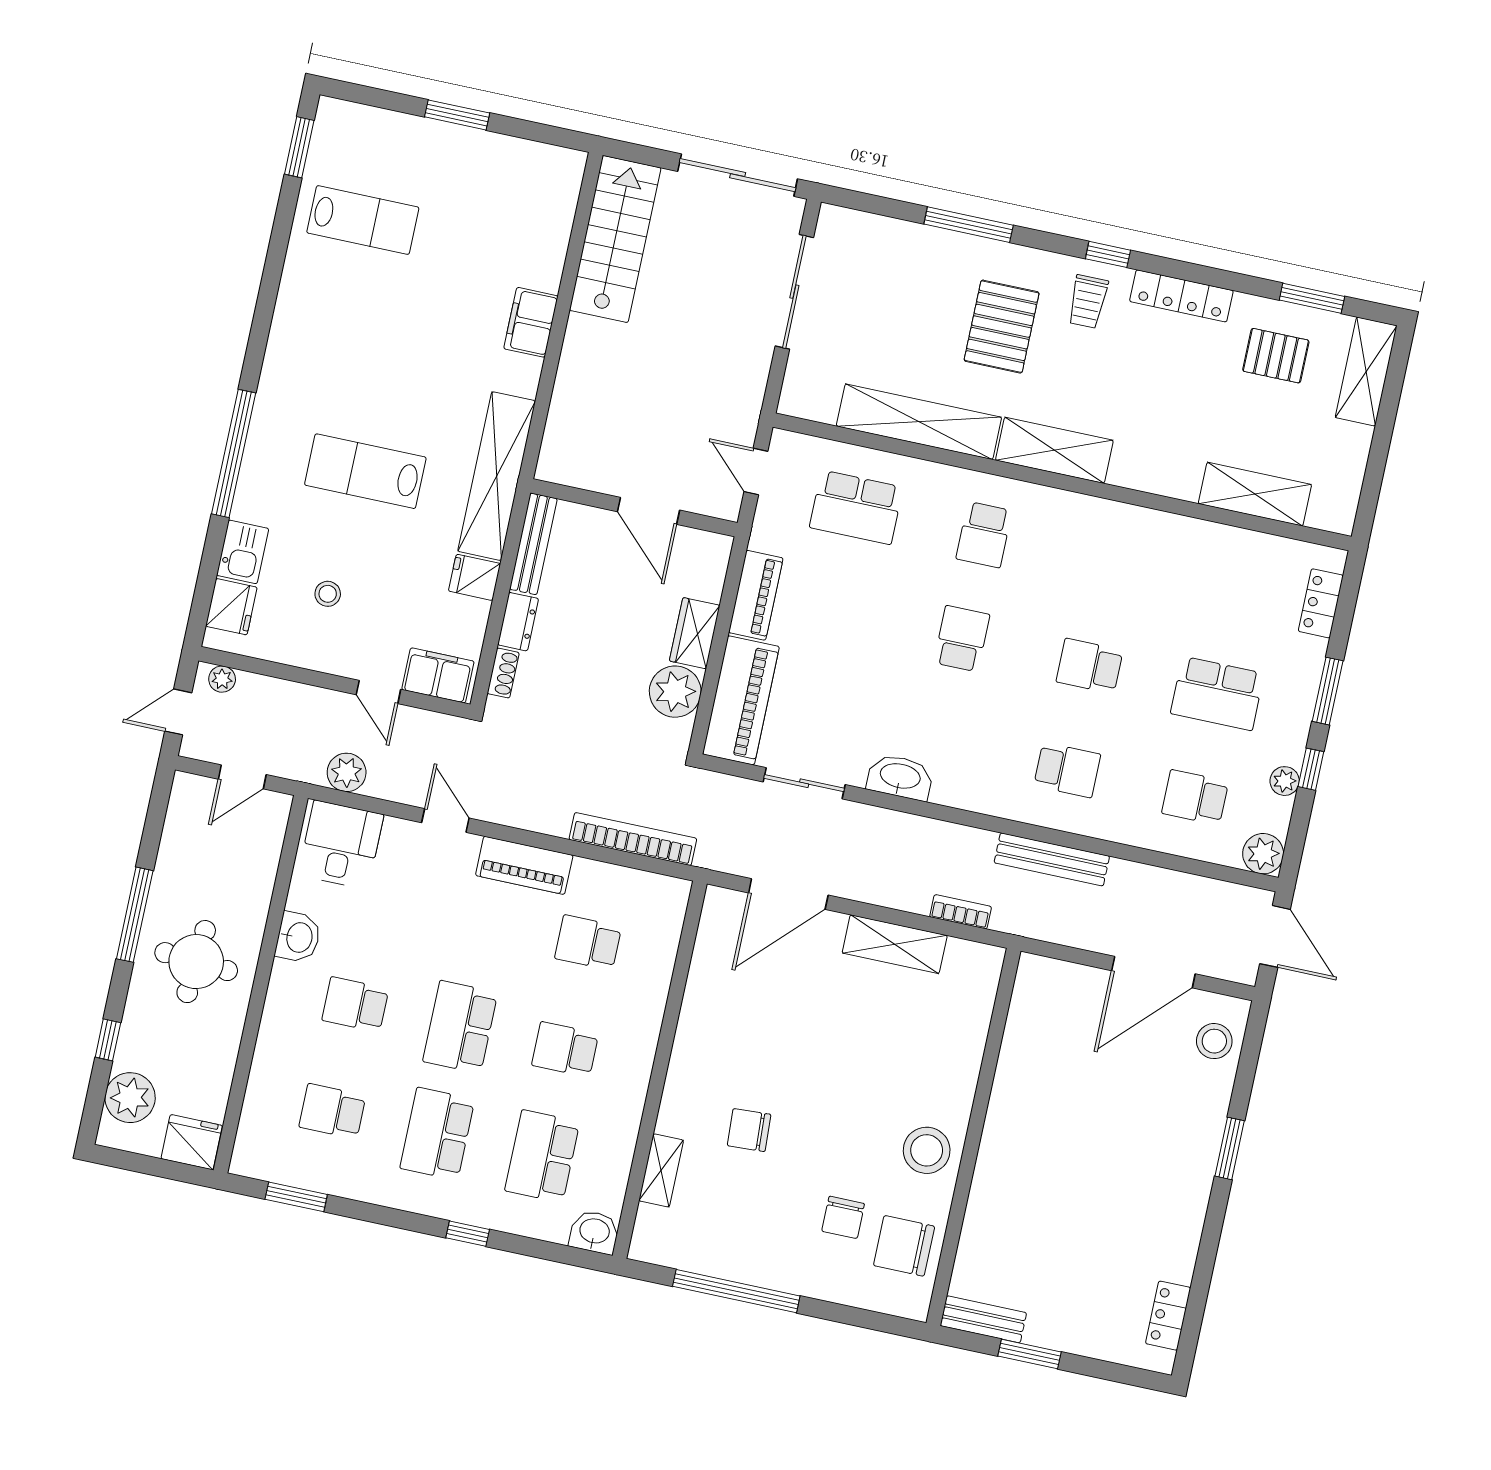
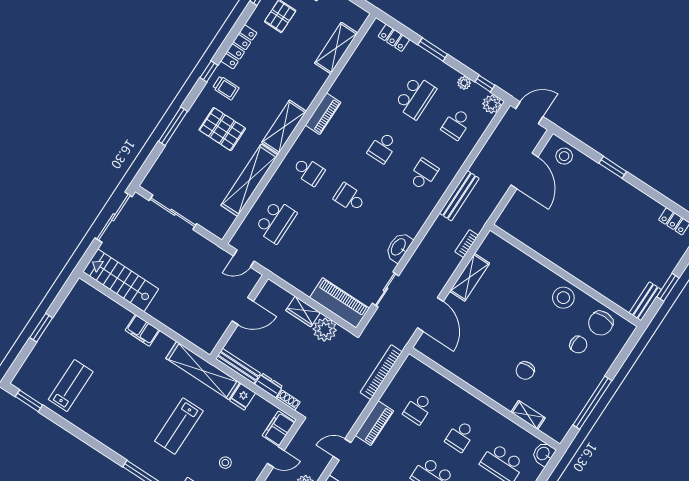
piano: (756, 595) -> (323, 114), moved, turned 90
window: (1311, 769) -> (485, 84), moved

